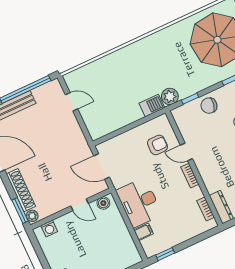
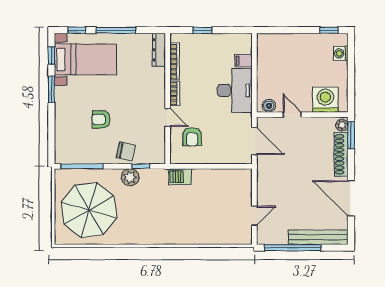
plant: (170, 96) -> (130, 177), moved
door: (71, 102) -> (254, 216), swing flipped
armchair: (157, 145) -> (192, 137), turned -90
bookcase: (206, 209) -> (175, 62), width x1.56
washing machine: (49, 228) -> (325, 100), width x1.89, depth x1.89
window: (165, 254) -> (202, 30), moved

